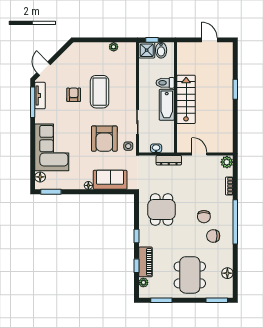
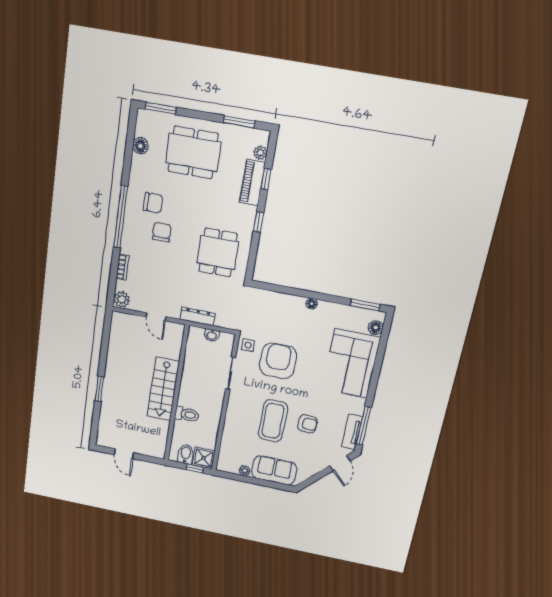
armchair: (74, 95) -> (307, 424), turned -88
bathtub: (167, 105) -> (189, 387), removed
sofa: (110, 180) -> (274, 470), moved, turned 180
dining table: (190, 275) -> (193, 153), turned 90

